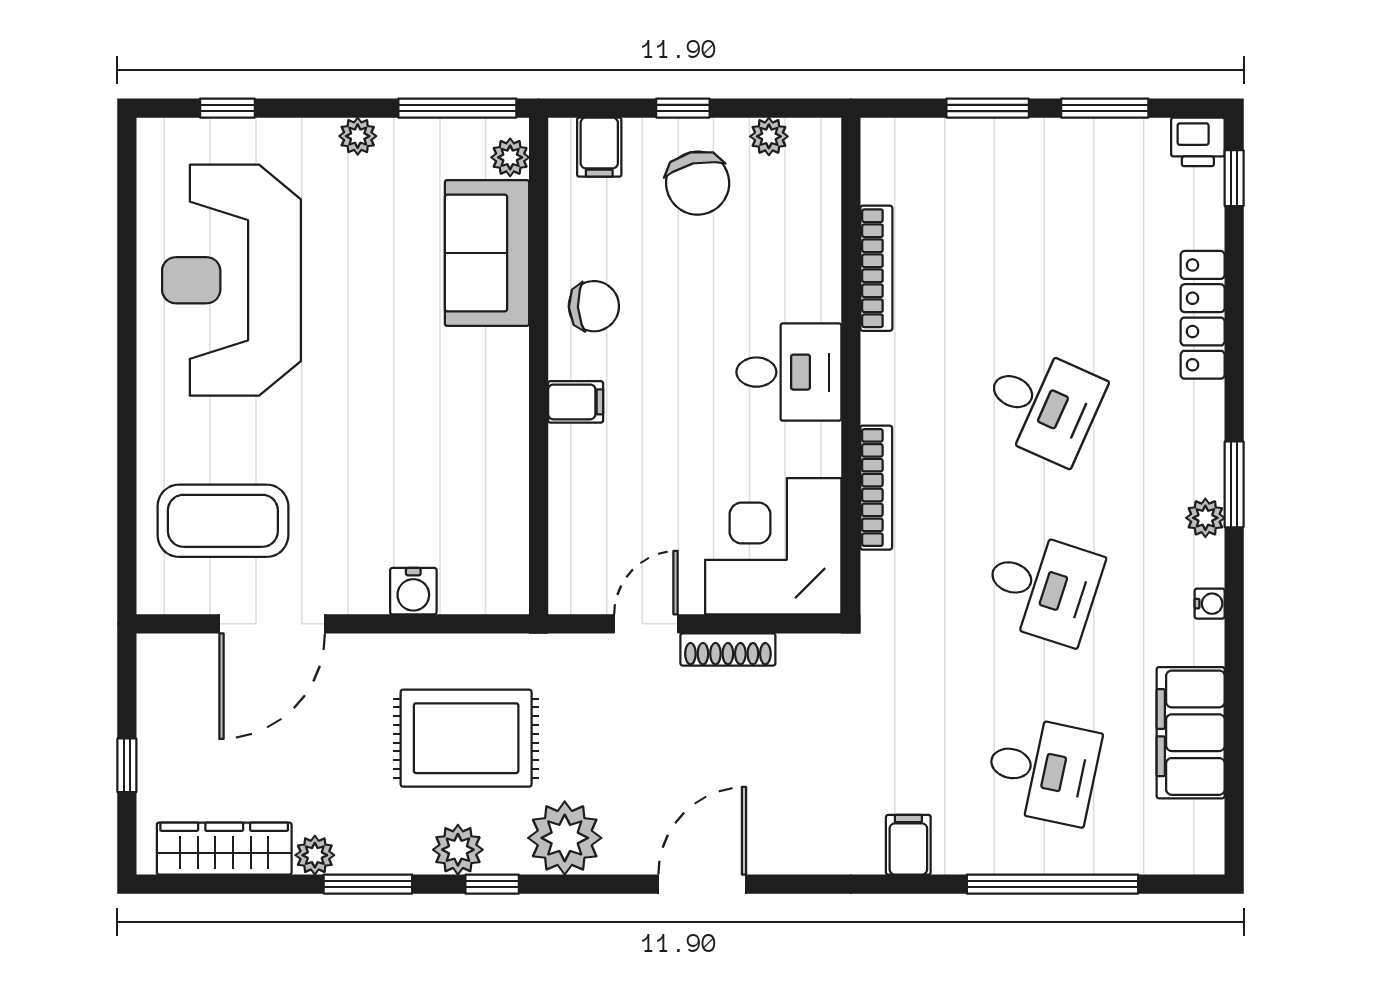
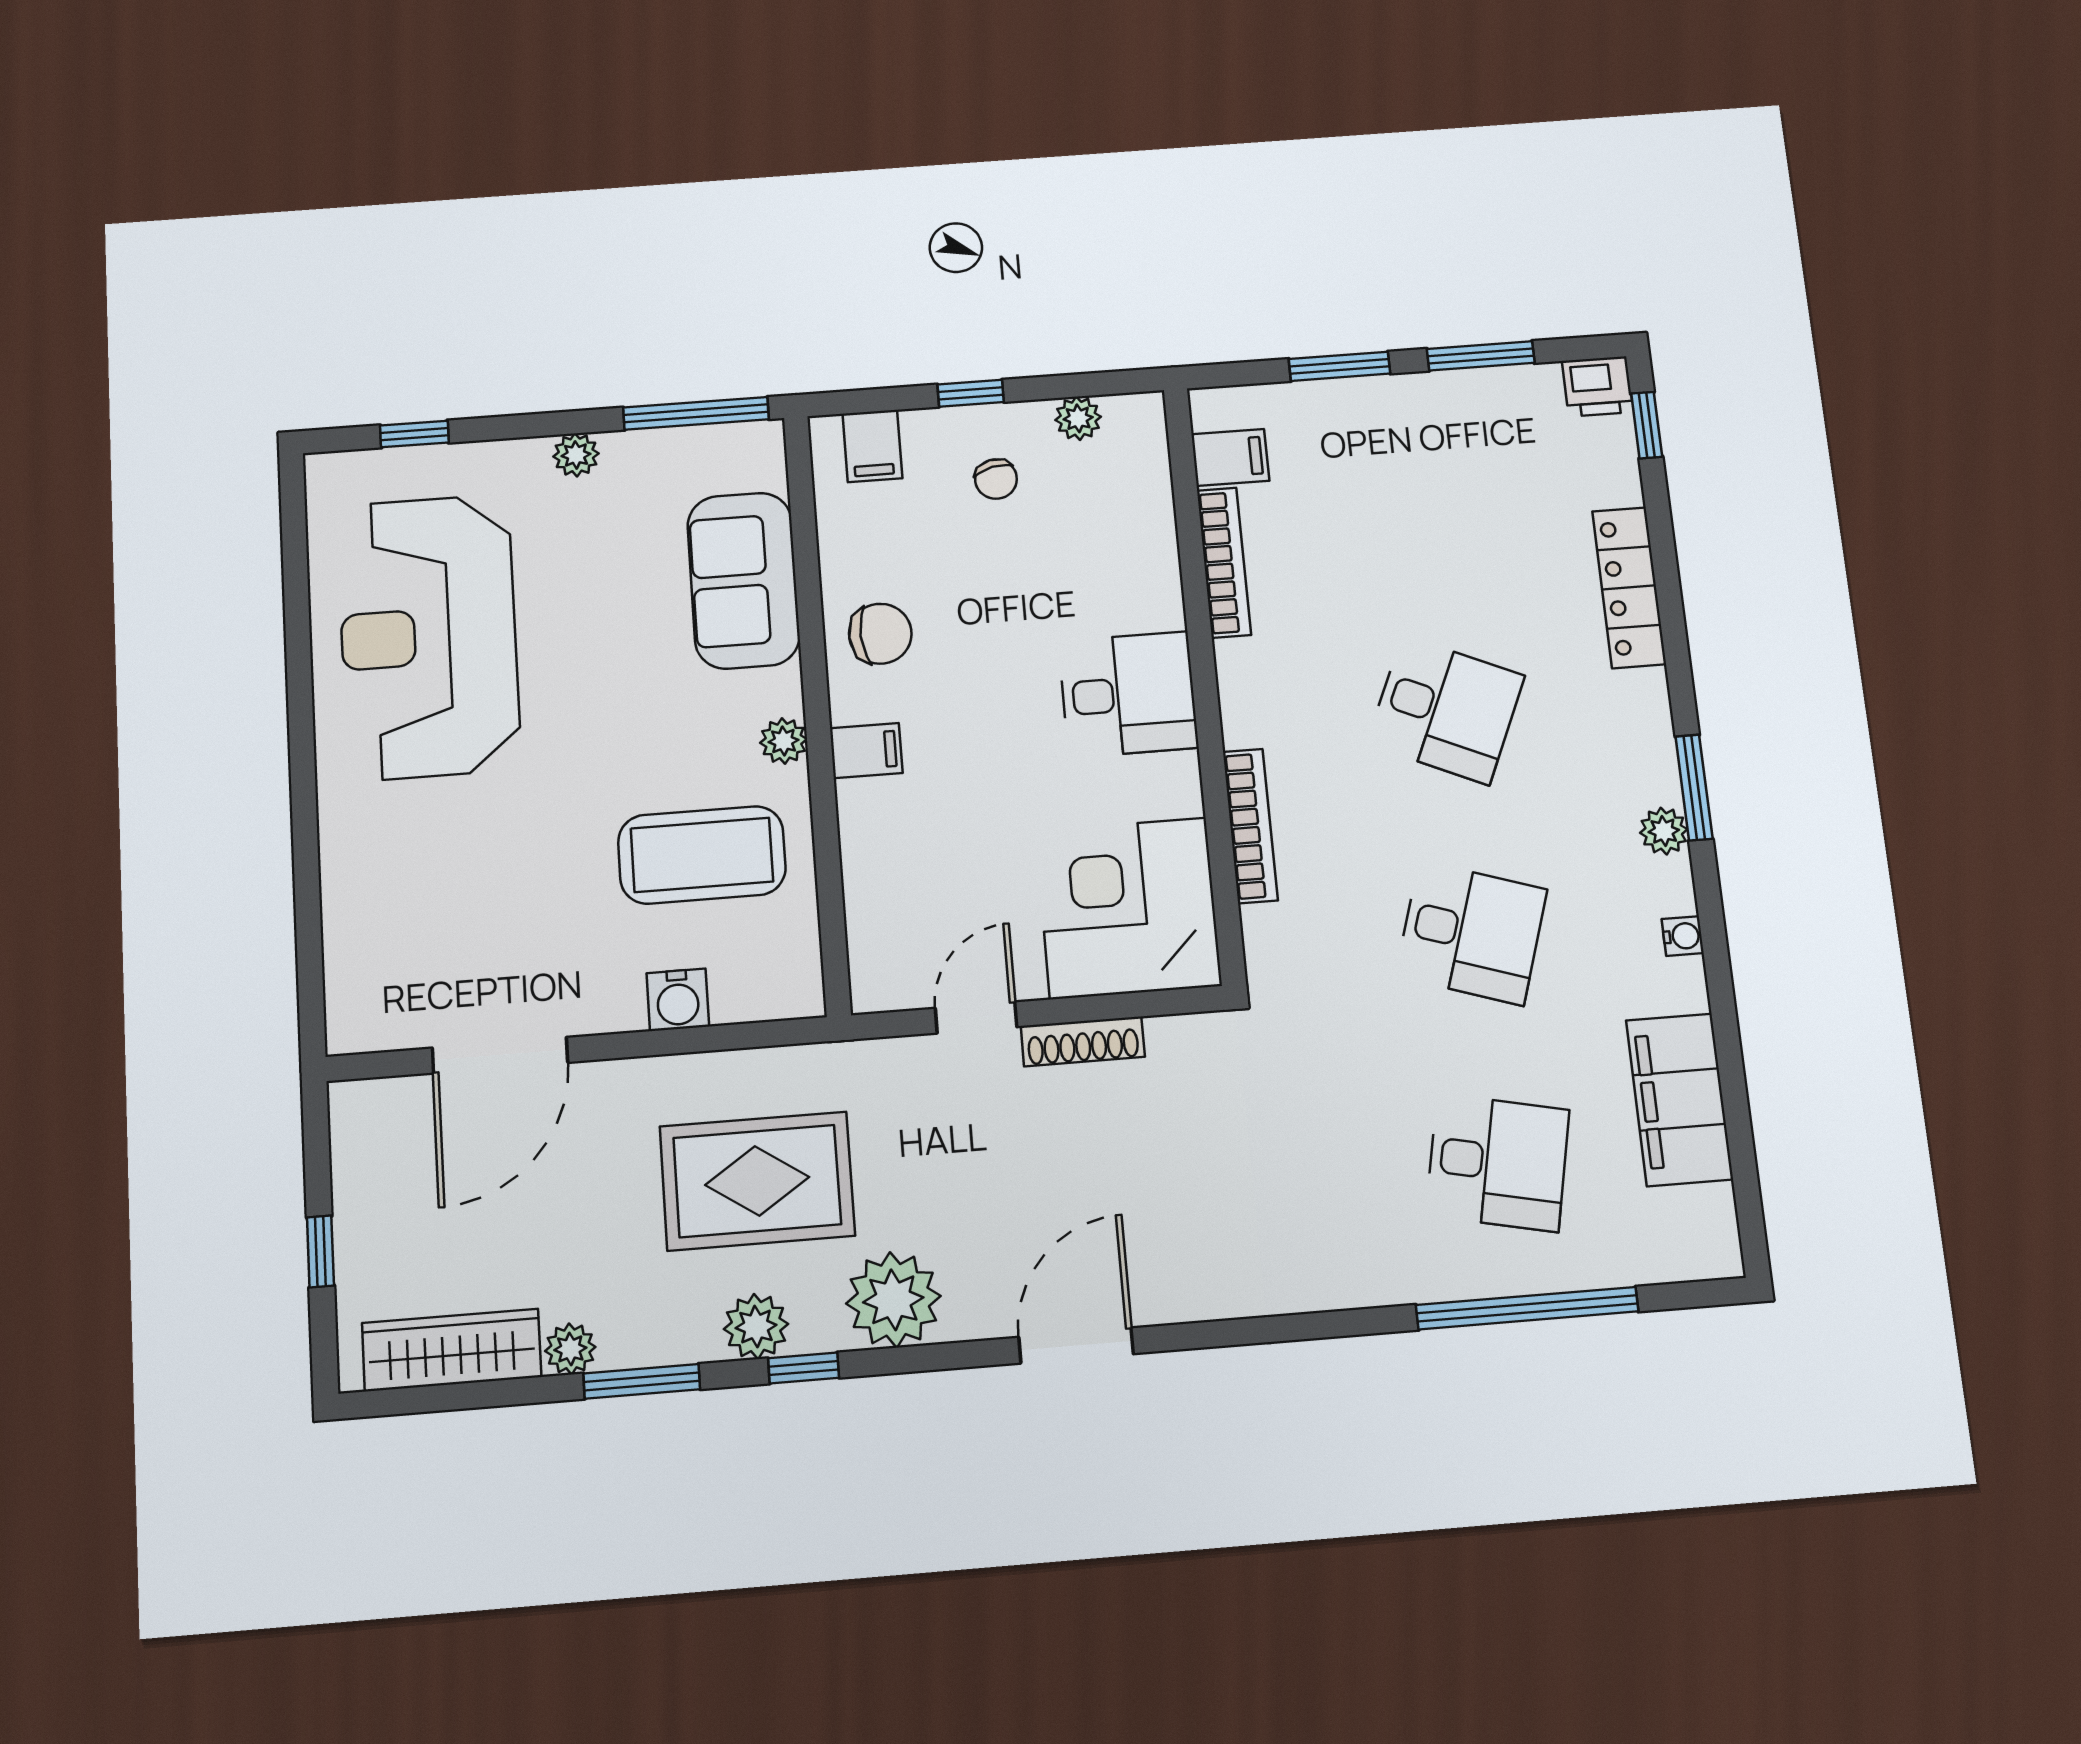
plant: (510, 157) -> (783, 741), moved
chair: (698, 183) -> (996, 479), width x0.54, depth x0.54
coffee table: (223, 521) -> (702, 855), moved
filing cabinet: (908, 845) -> (1230, 457), moved, turned 90

